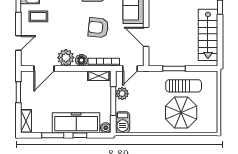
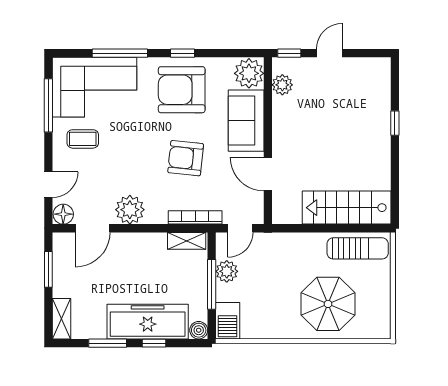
stairs: (208, 35) -> (347, 208), moved, turned 90
floor lamp: (81, 60) -> (63, 214), moved
window: (174, 68) -> (316, 228), removed
sun lounger: (184, 86) -> (358, 248), moved

